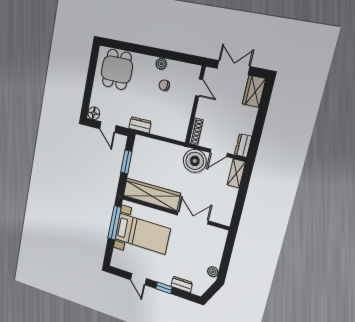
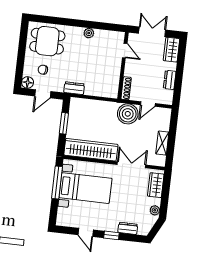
dining table: (117, 69) -> (47, 41), turned 90
chair: (164, 85) -> (43, 70), moved
door: (108, 127) -> (43, 94), hinge flipped
dresser: (243, 145) -> (170, 80), moved
shelving: (236, 173) -> (162, 143), moved
wardrobe: (217, 245) -> (156, 185), added

